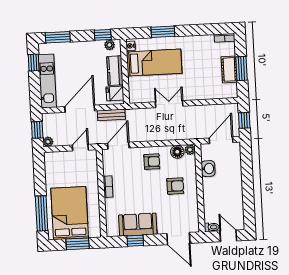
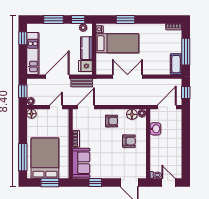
window: (58, 37) -> (53, 20), moved
cot: (229, 69) -> (176, 64), moved
window: (242, 69) -> (186, 52), width x1.44
double door: (169, 104) -> (127, 77), width x1.37
floor lamp: (50, 158) -> (31, 114), added
sofa: (138, 225) -> (81, 163), moved, turned 90

